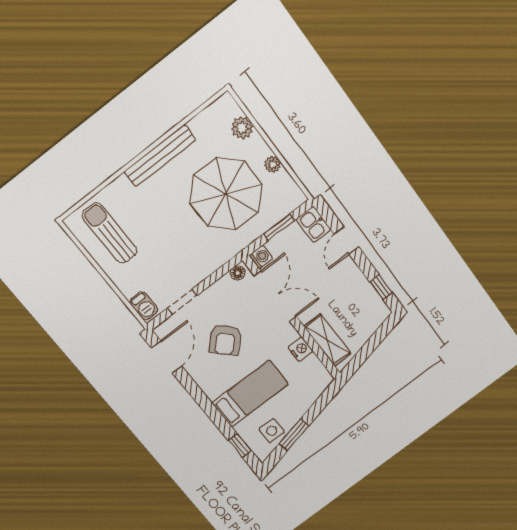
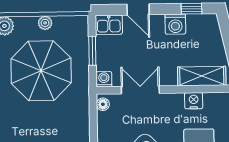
washing machine: (357, 283) -> (175, 24), added
double door: (275, 296) -> (140, 90), width x0.73

